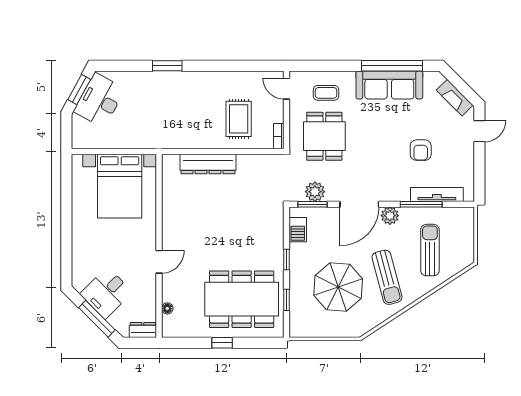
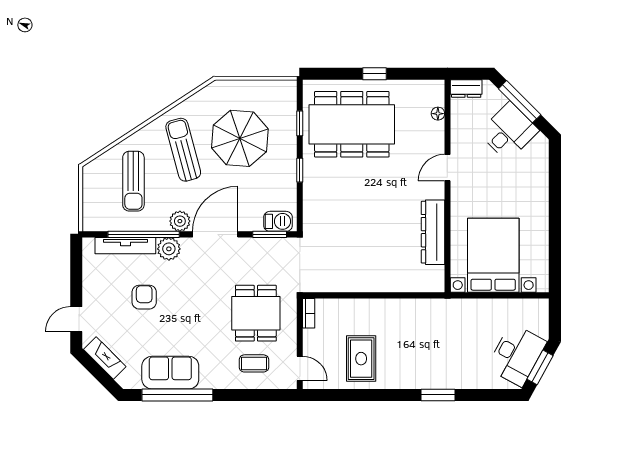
sofa: (389, 85) -> (170, 373), width x0.73
rug: (239, 119) -> (361, 359), moved
dresser: (208, 164) -> (433, 232), moved, turned -90
plant: (315, 192) -> (169, 249), moved
window: (421, 204) -> (144, 234), width x1.46
barbecue: (298, 230) -> (278, 221), moved, turned 90

